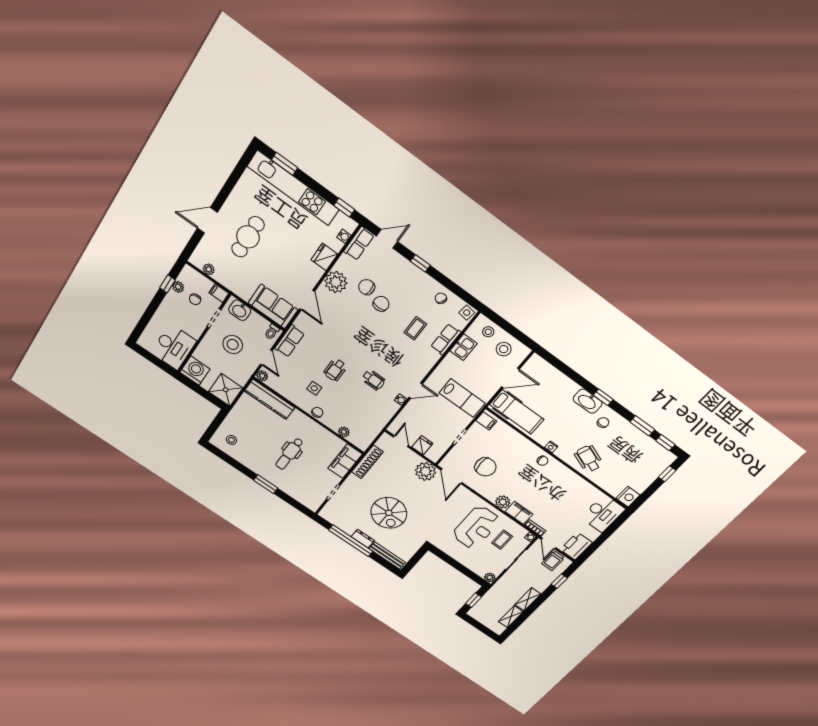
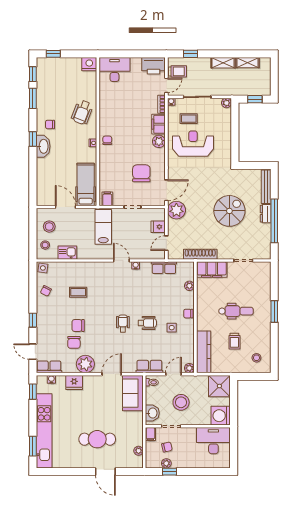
row of seats: (446, 339) -> (164, 268), moved
wheelchair: (373, 380) -> (123, 323), moved
trolley: (261, 433) -> (234, 341), added

